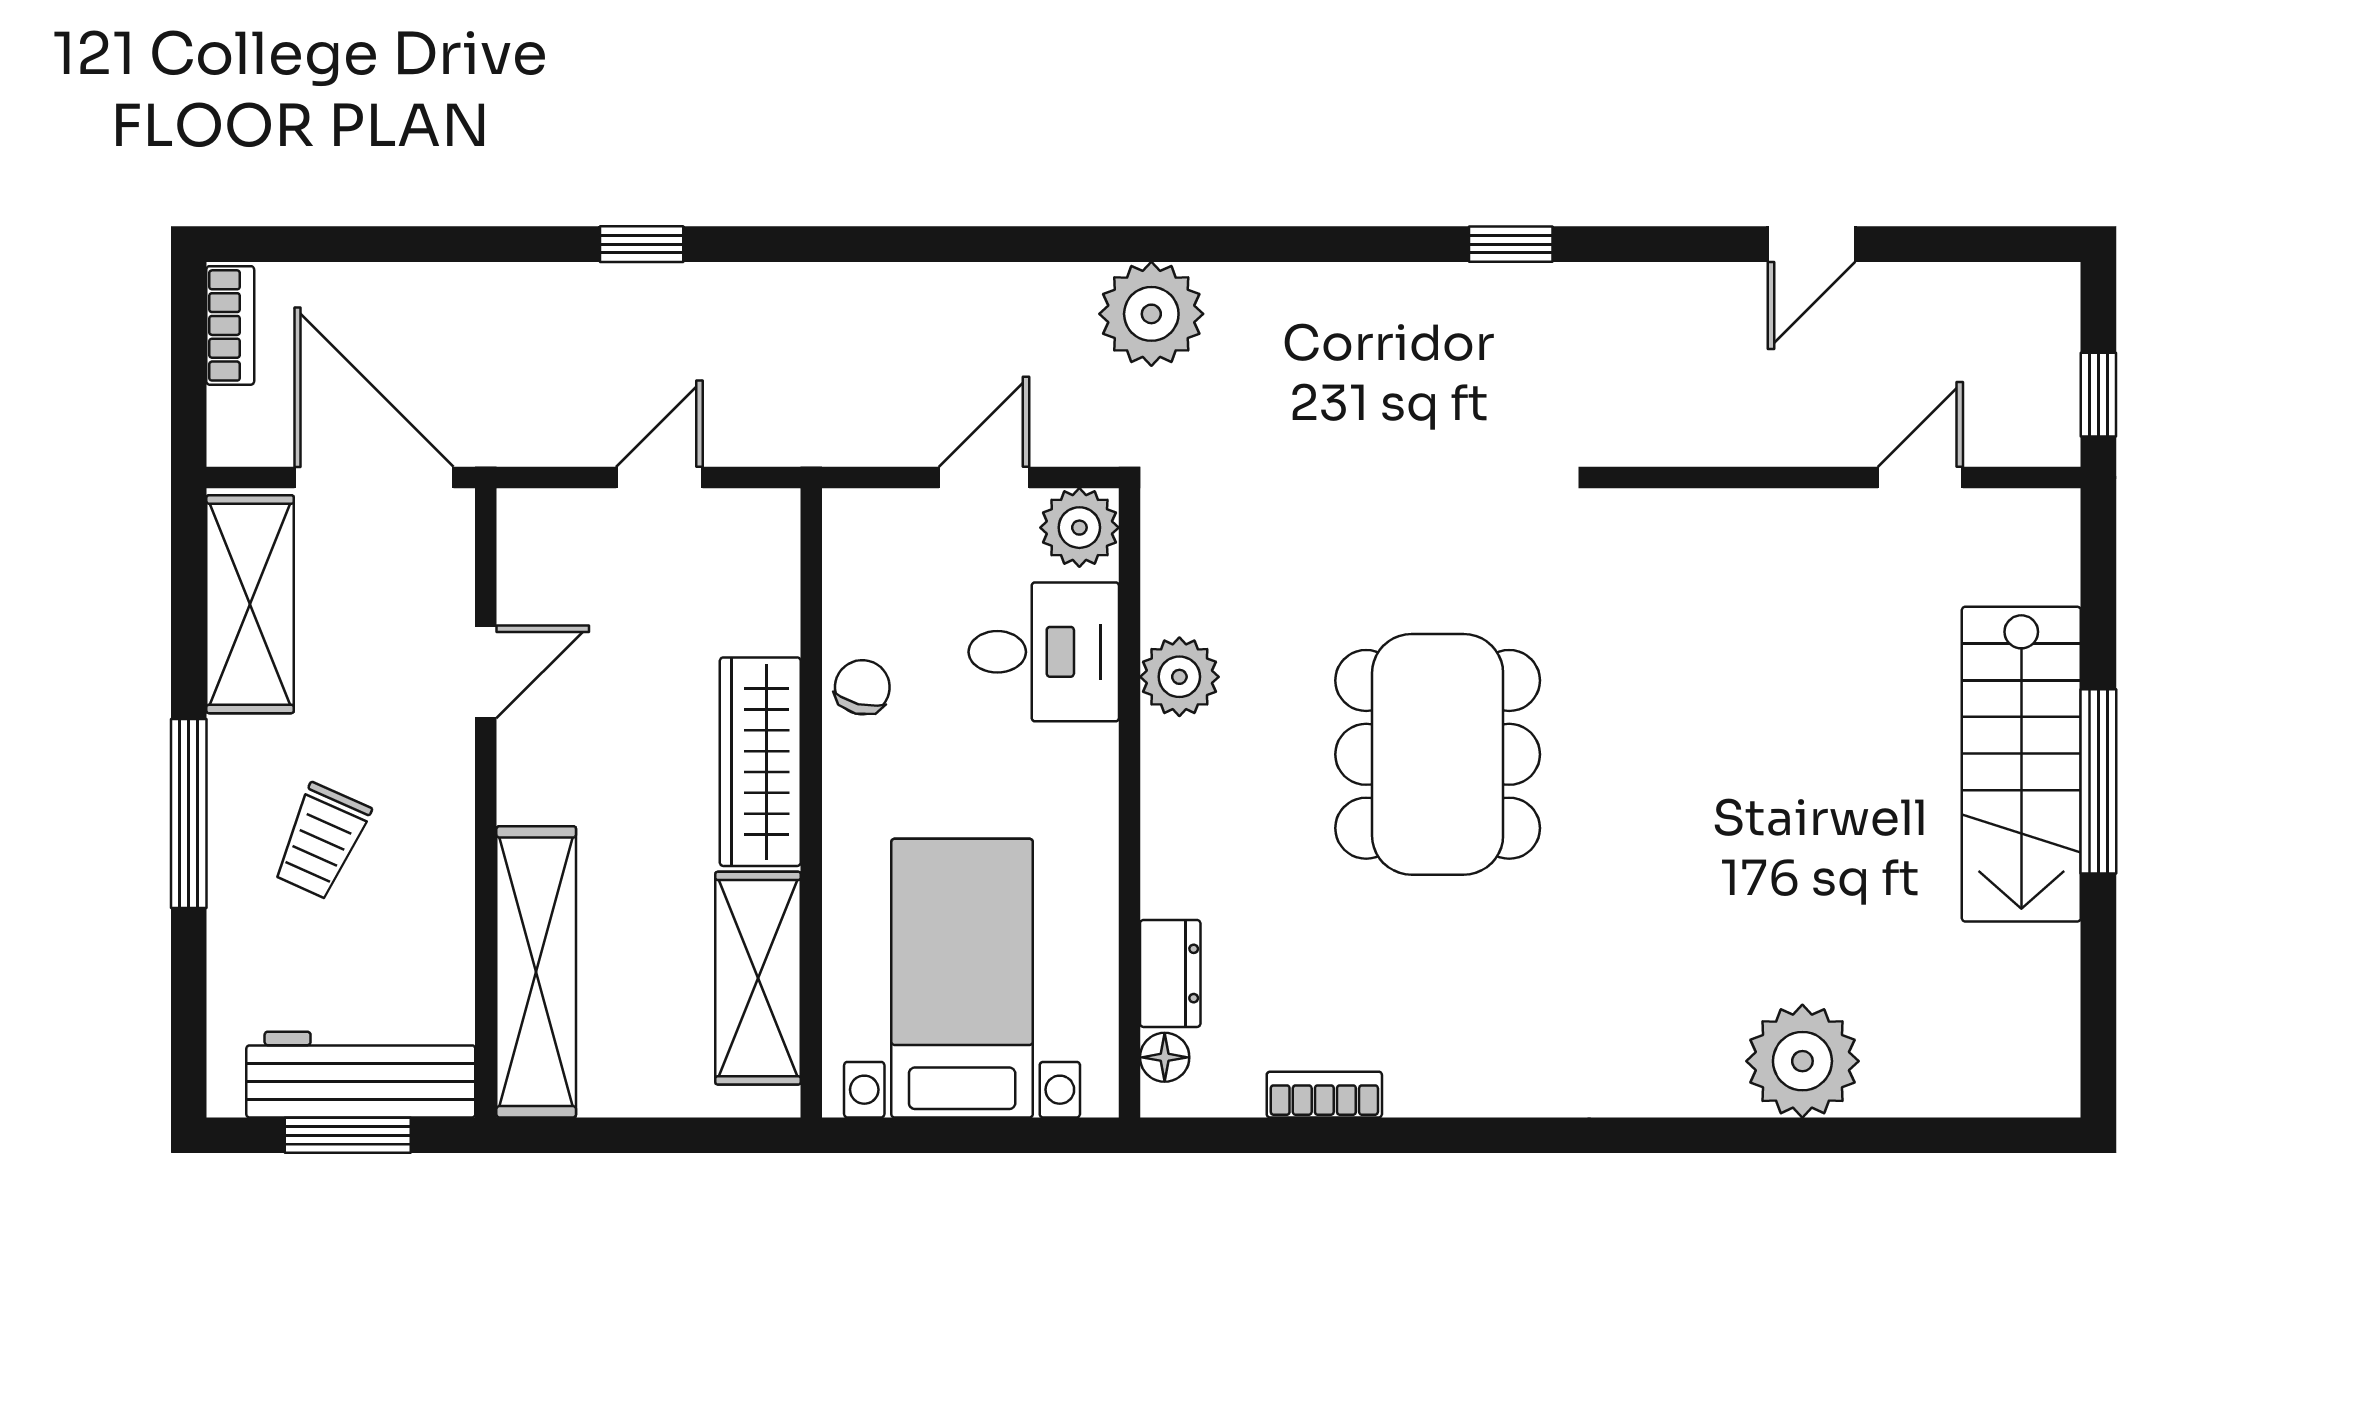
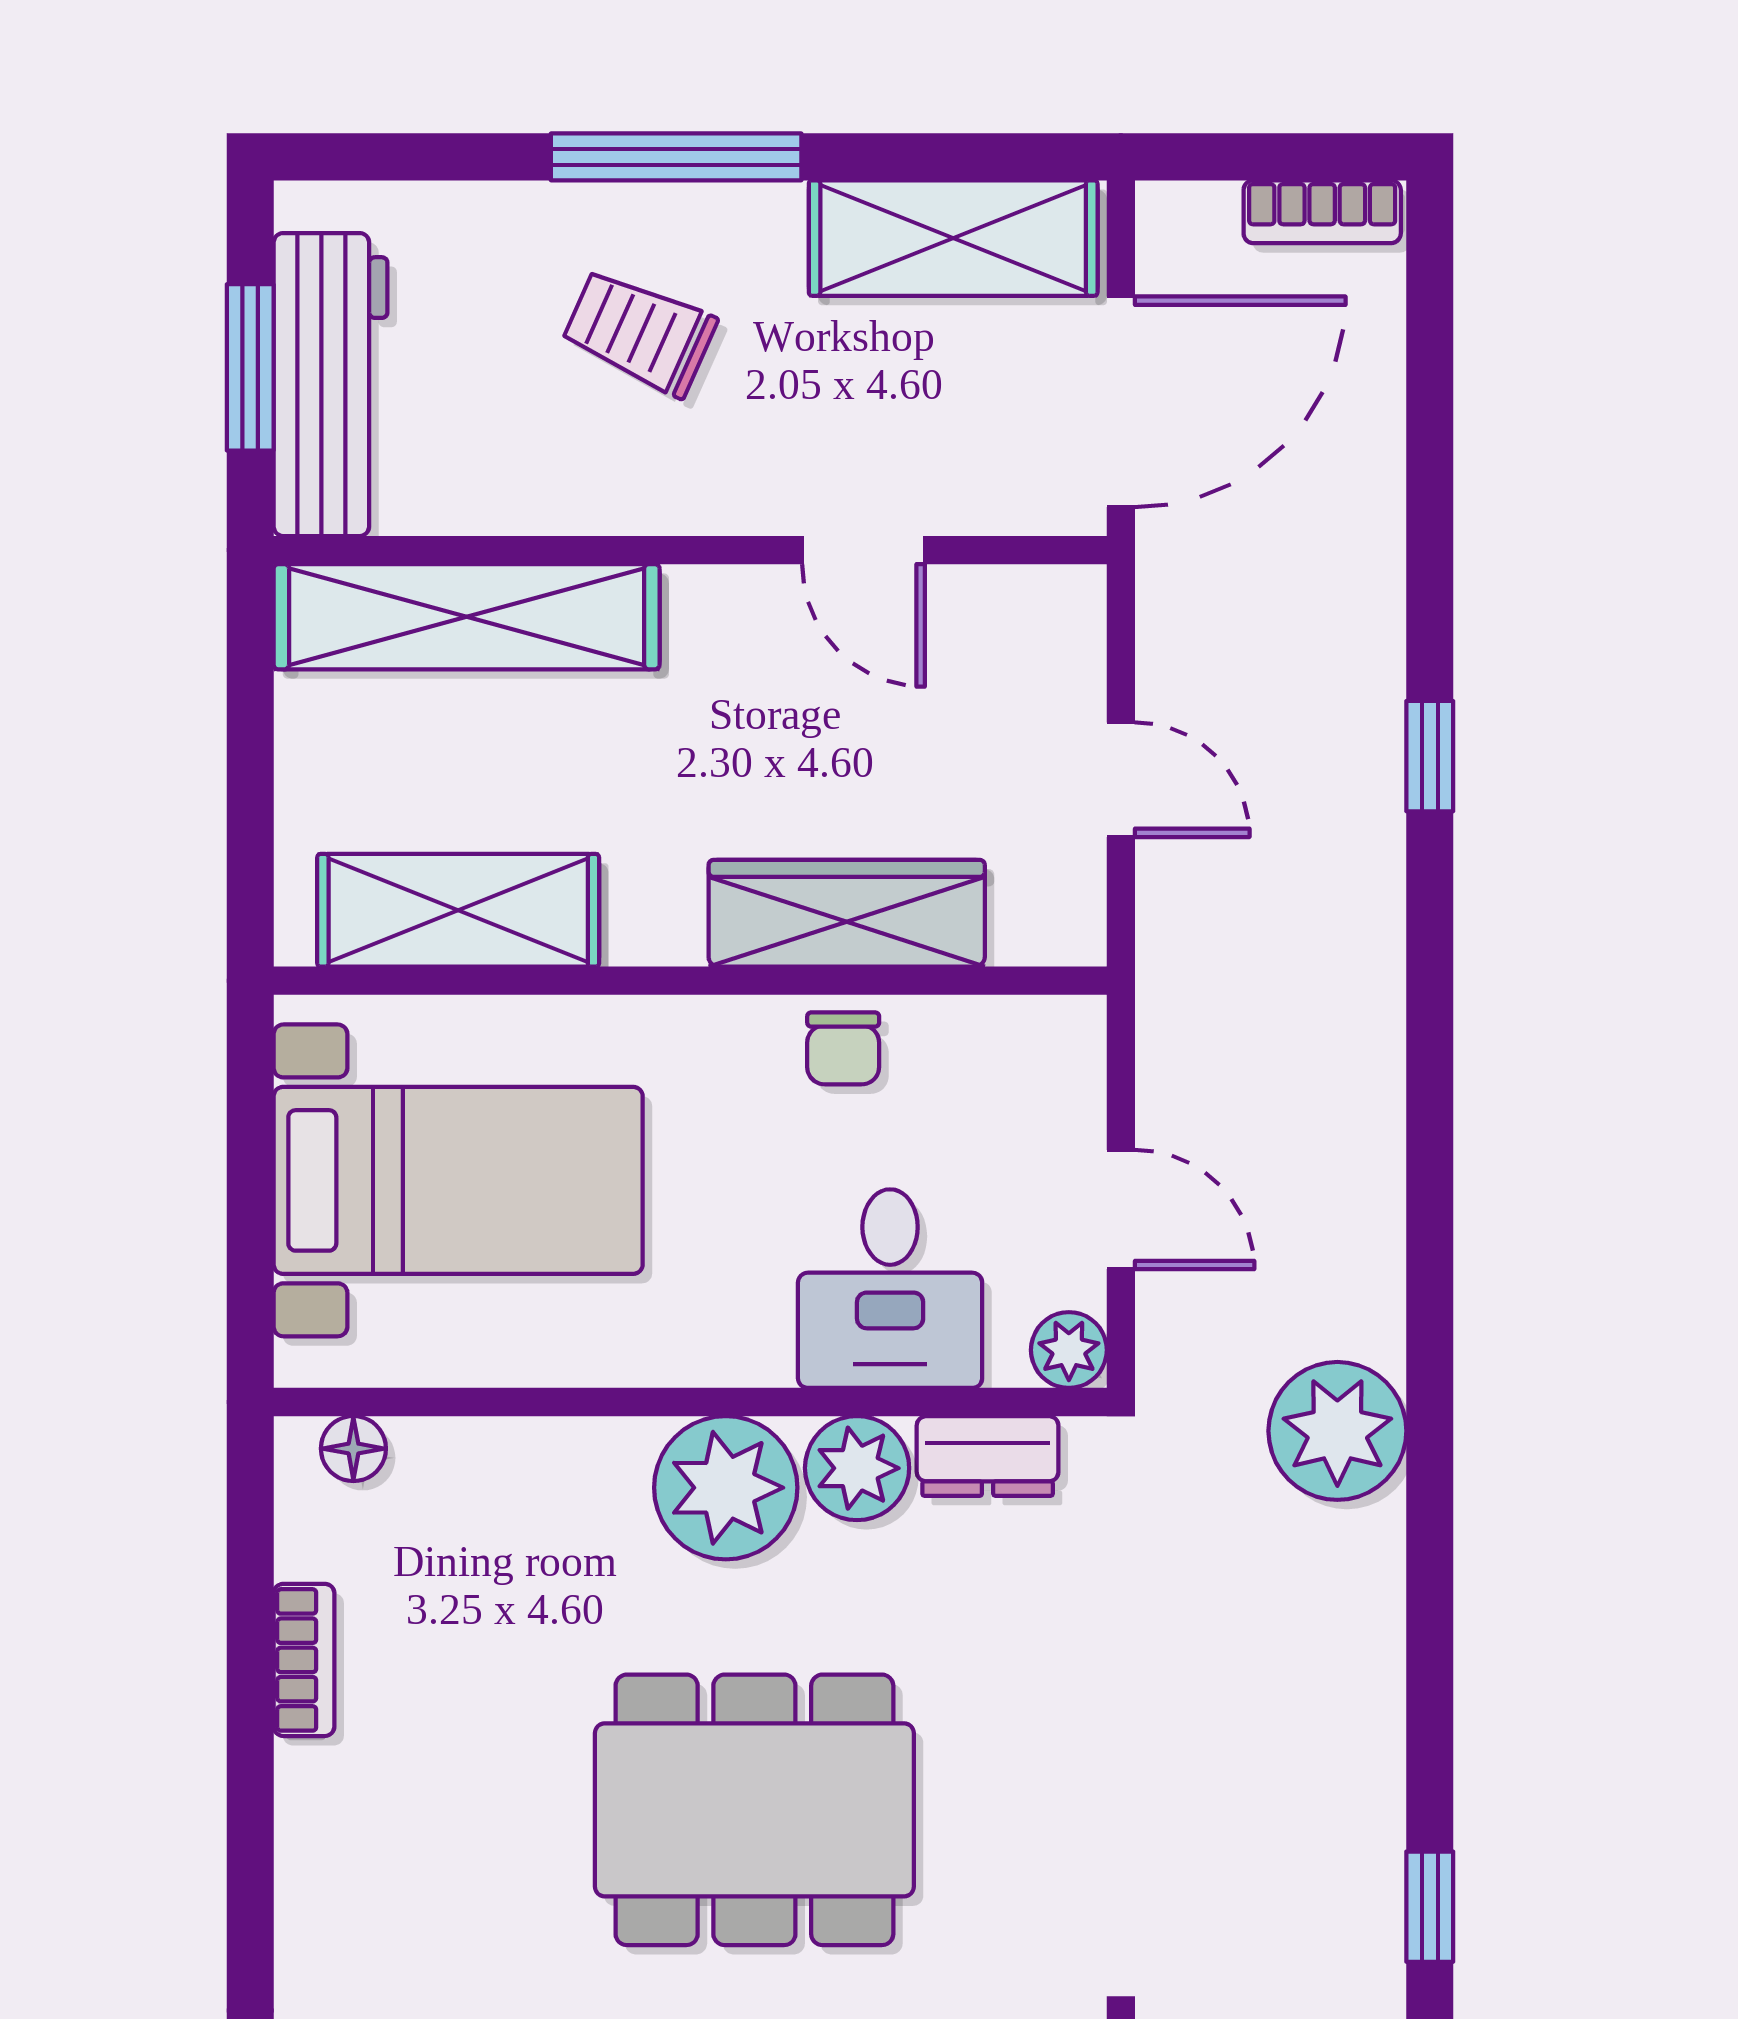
plant: (1079, 528) -> (1069, 1350), width x0.73, depth x0.73
chair: (862, 687) -> (843, 1048), turned 76
wardrobe: (760, 762) -> (847, 913), moved
plant: (1194, 776) -> (726, 1488), added
dresser: (1170, 973) -> (988, 1456), moved

